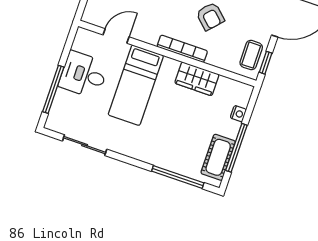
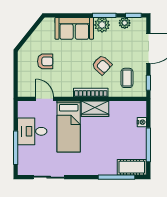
door: (116, 36) -> (45, 99), hinge flipped
coffee table: (251, 55) -> (127, 78), moved
wardrobe: (197, 79) -> (95, 109), moved
cot: (218, 157) -> (132, 167), moved, turned 90

